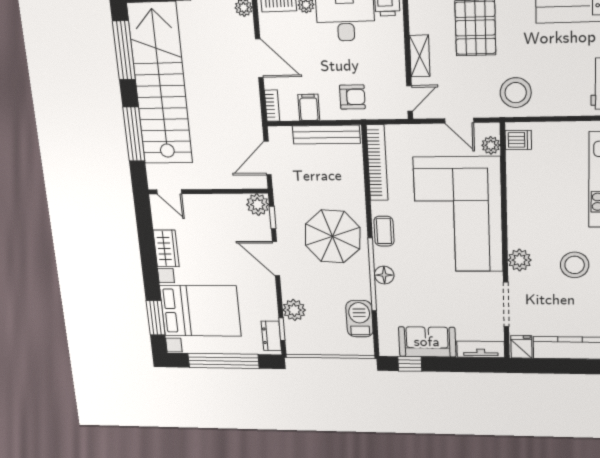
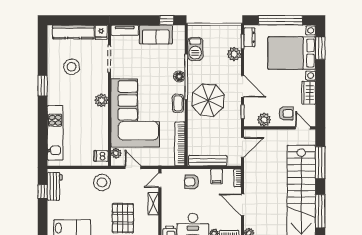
plant: (258, 205) -> (264, 120), moved
armchair: (200, 215) -> (286, 113), added
plant: (520, 260) -> (101, 100), moved
stool: (575, 265) -> (72, 67), moved

